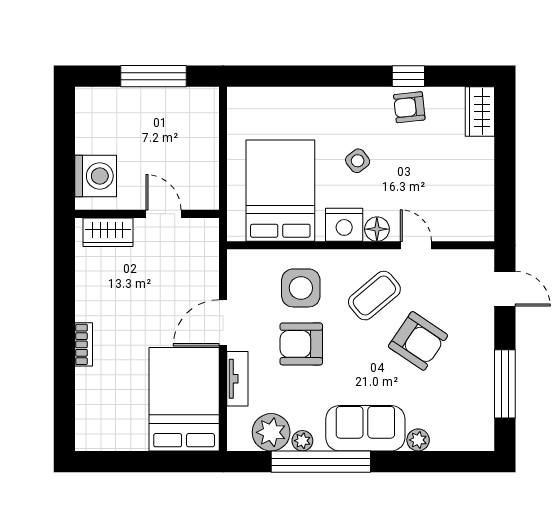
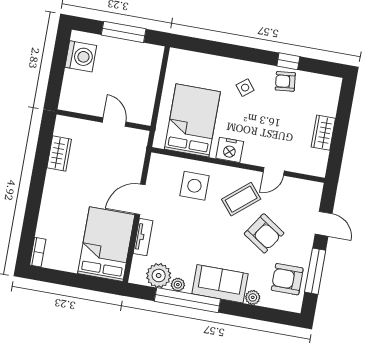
wardrobe: (480, 112) -> (323, 133), moved
side table: (358, 161) -> (245, 88), moved
washing machine: (96, 176) -> (81, 56), moved
floor lamp: (377, 229) -> (250, 156), removed
wardrobe: (108, 232) -> (59, 153), moved, turned -90
door: (416, 245) -> (274, 171), swing flipped
door: (505, 289) -> (324, 224), moved
bookcase: (84, 344) -> (38, 252), moved
armchair: (301, 344) -> (287, 279), moved

